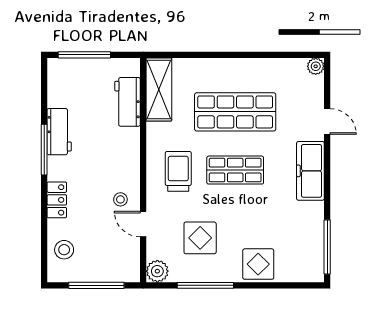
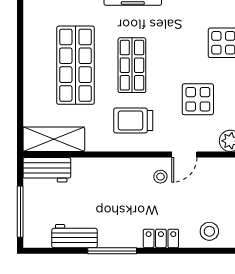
workbench: (127, 102) -> (47, 170), moved
workbench: (59, 132) -> (75, 236), moved

